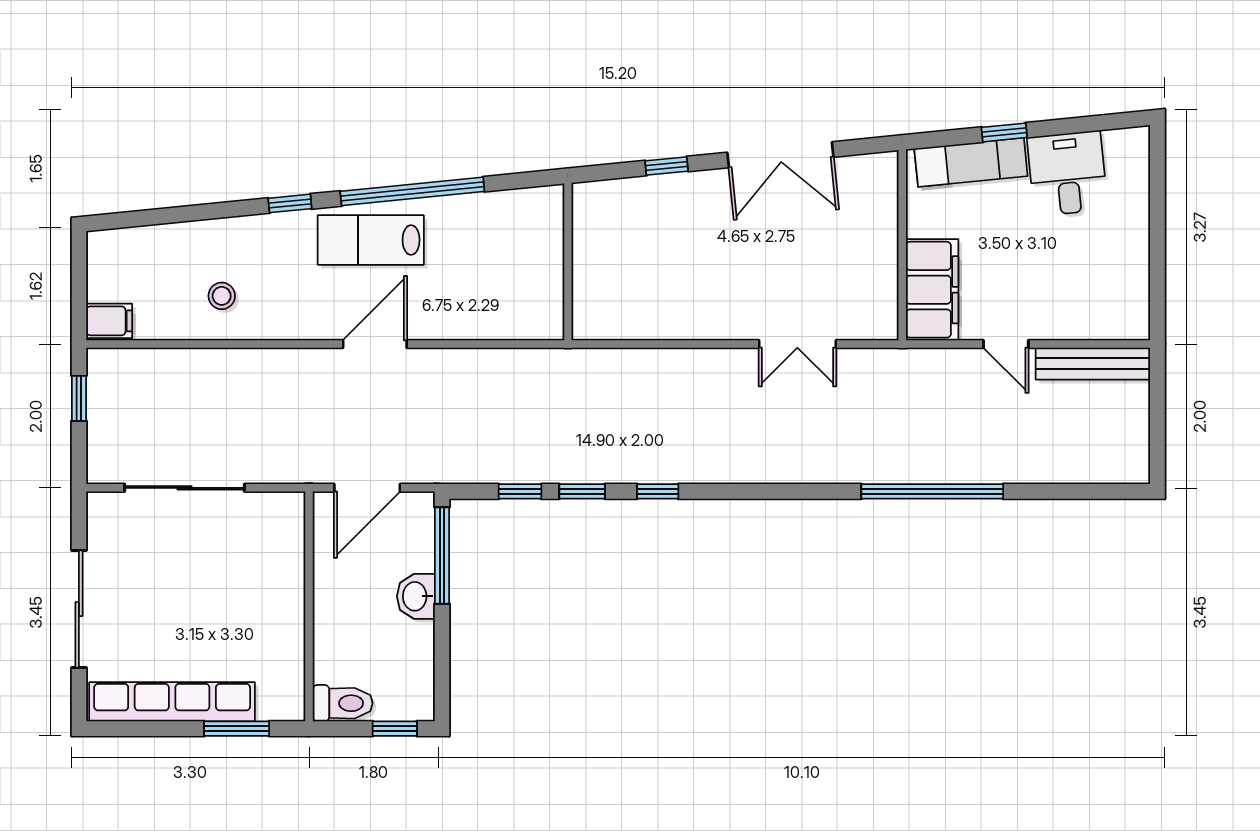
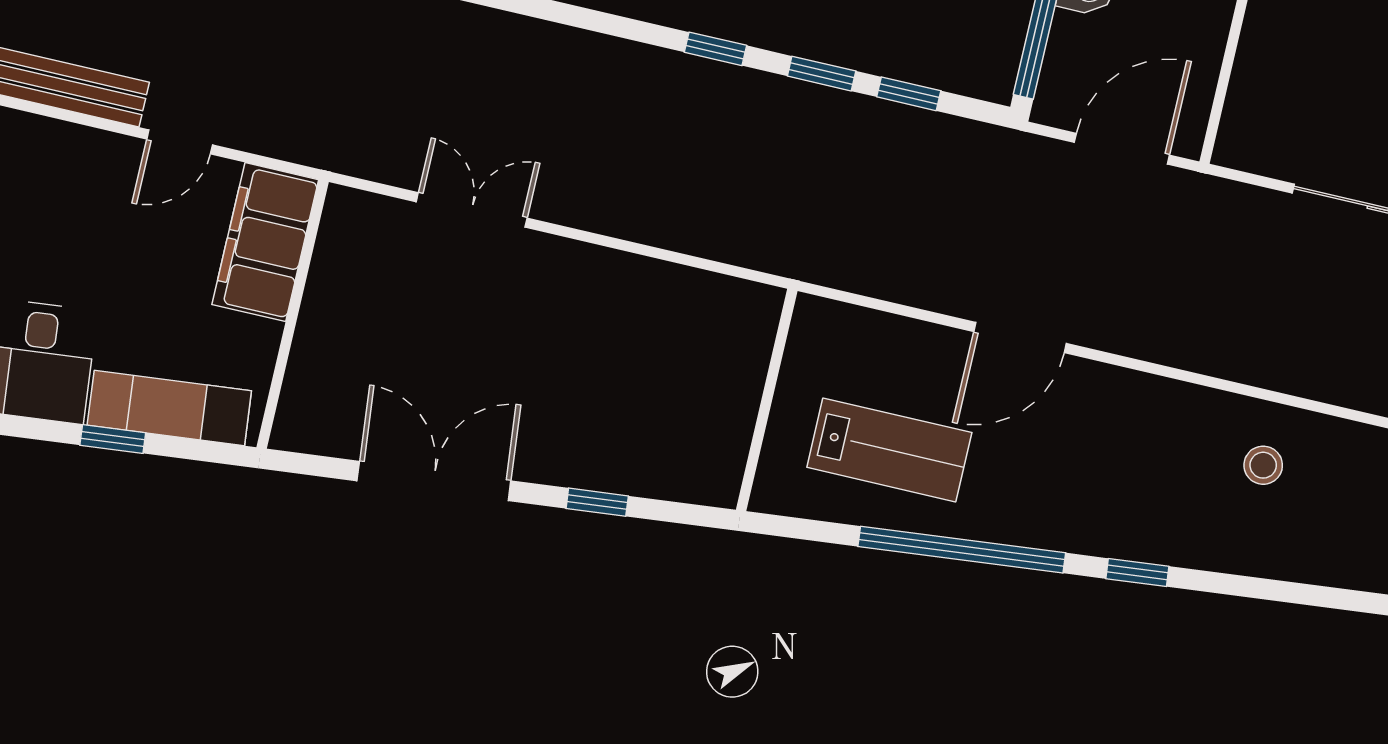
lab bench: (371, 240) -> (889, 450), moved
door: (375, 344) -> (1020, 337), moved
door: (1006, 344) -> (180, 142), swing flipped

